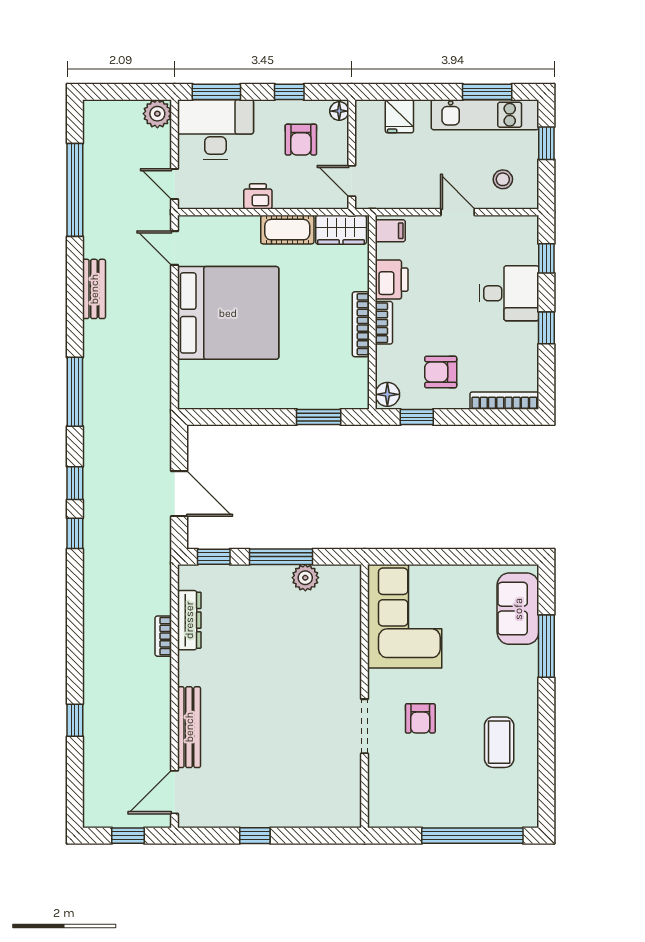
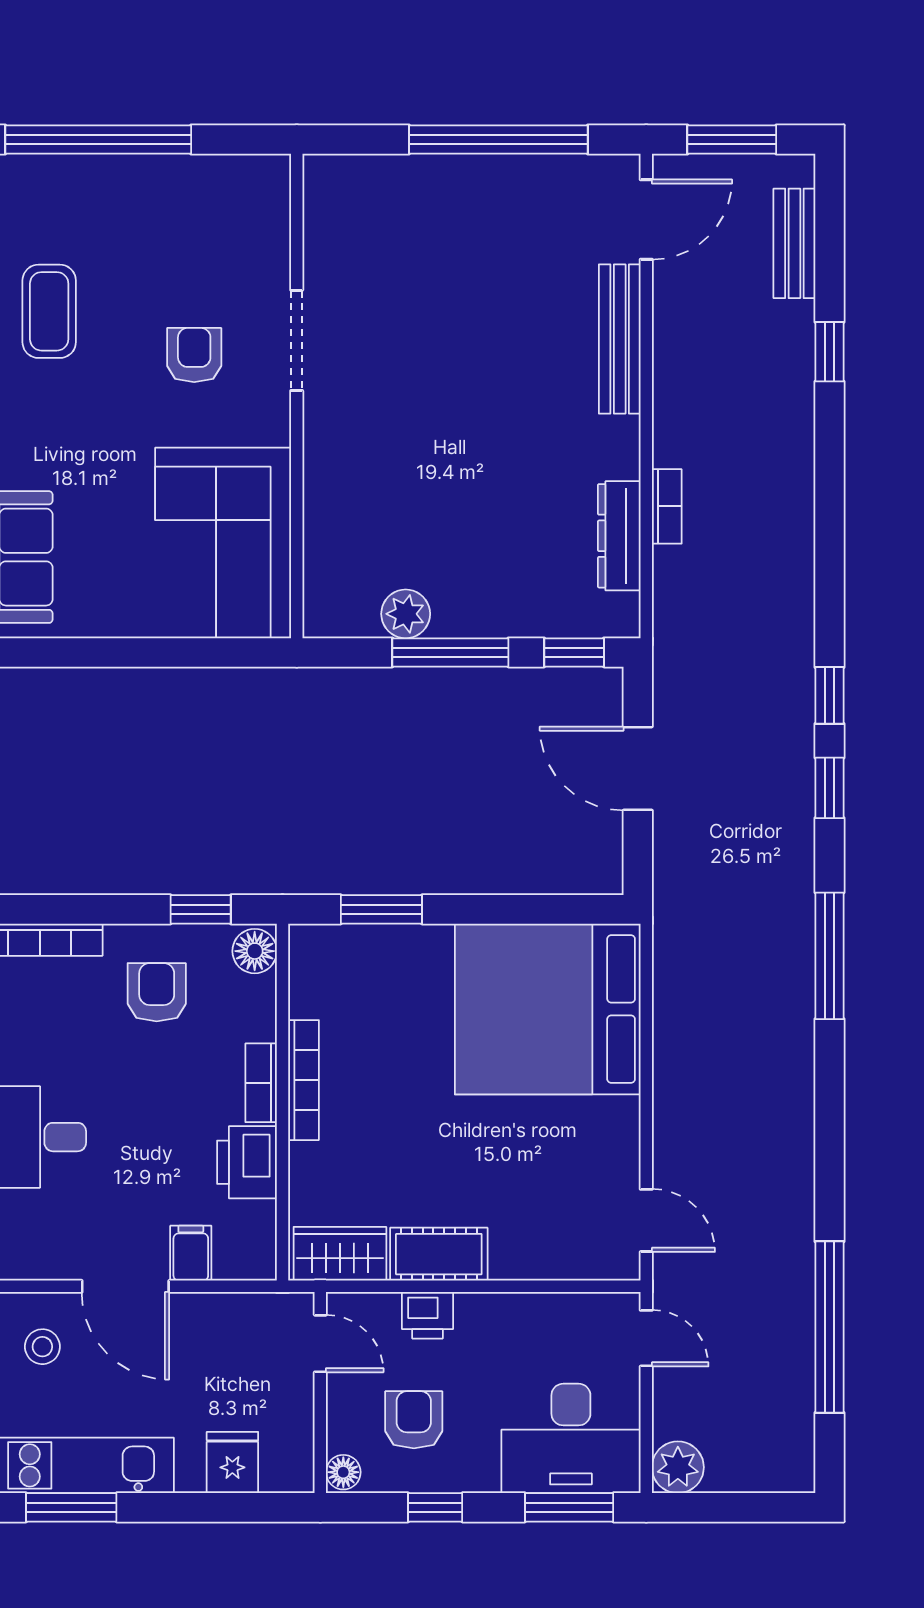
printer: (258, 196) -> (427, 1315), moved
door: (458, 212) -> (125, 1286), width x1.38
filing cabinet: (390, 231) -> (191, 1253), moved, turned 90
bench: (94, 289) -> (794, 243), moved
bed: (228, 313) -> (548, 1009), moved
armchair: (441, 372) -> (157, 992), turned -90
window: (128, 836) -> (732, 140), width x1.50
window: (255, 836) -> (498, 140), width x3.17

